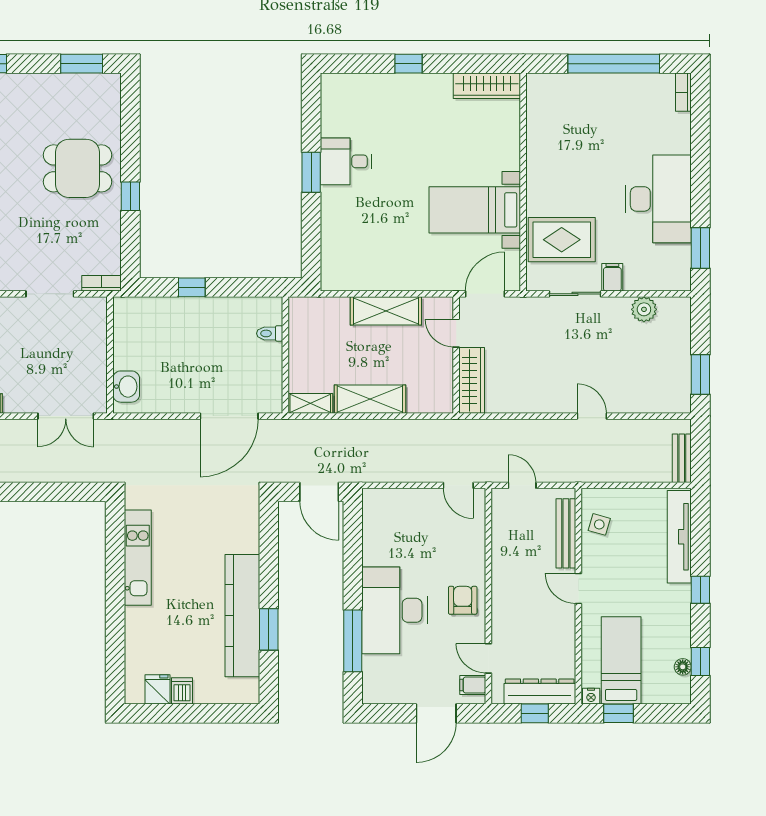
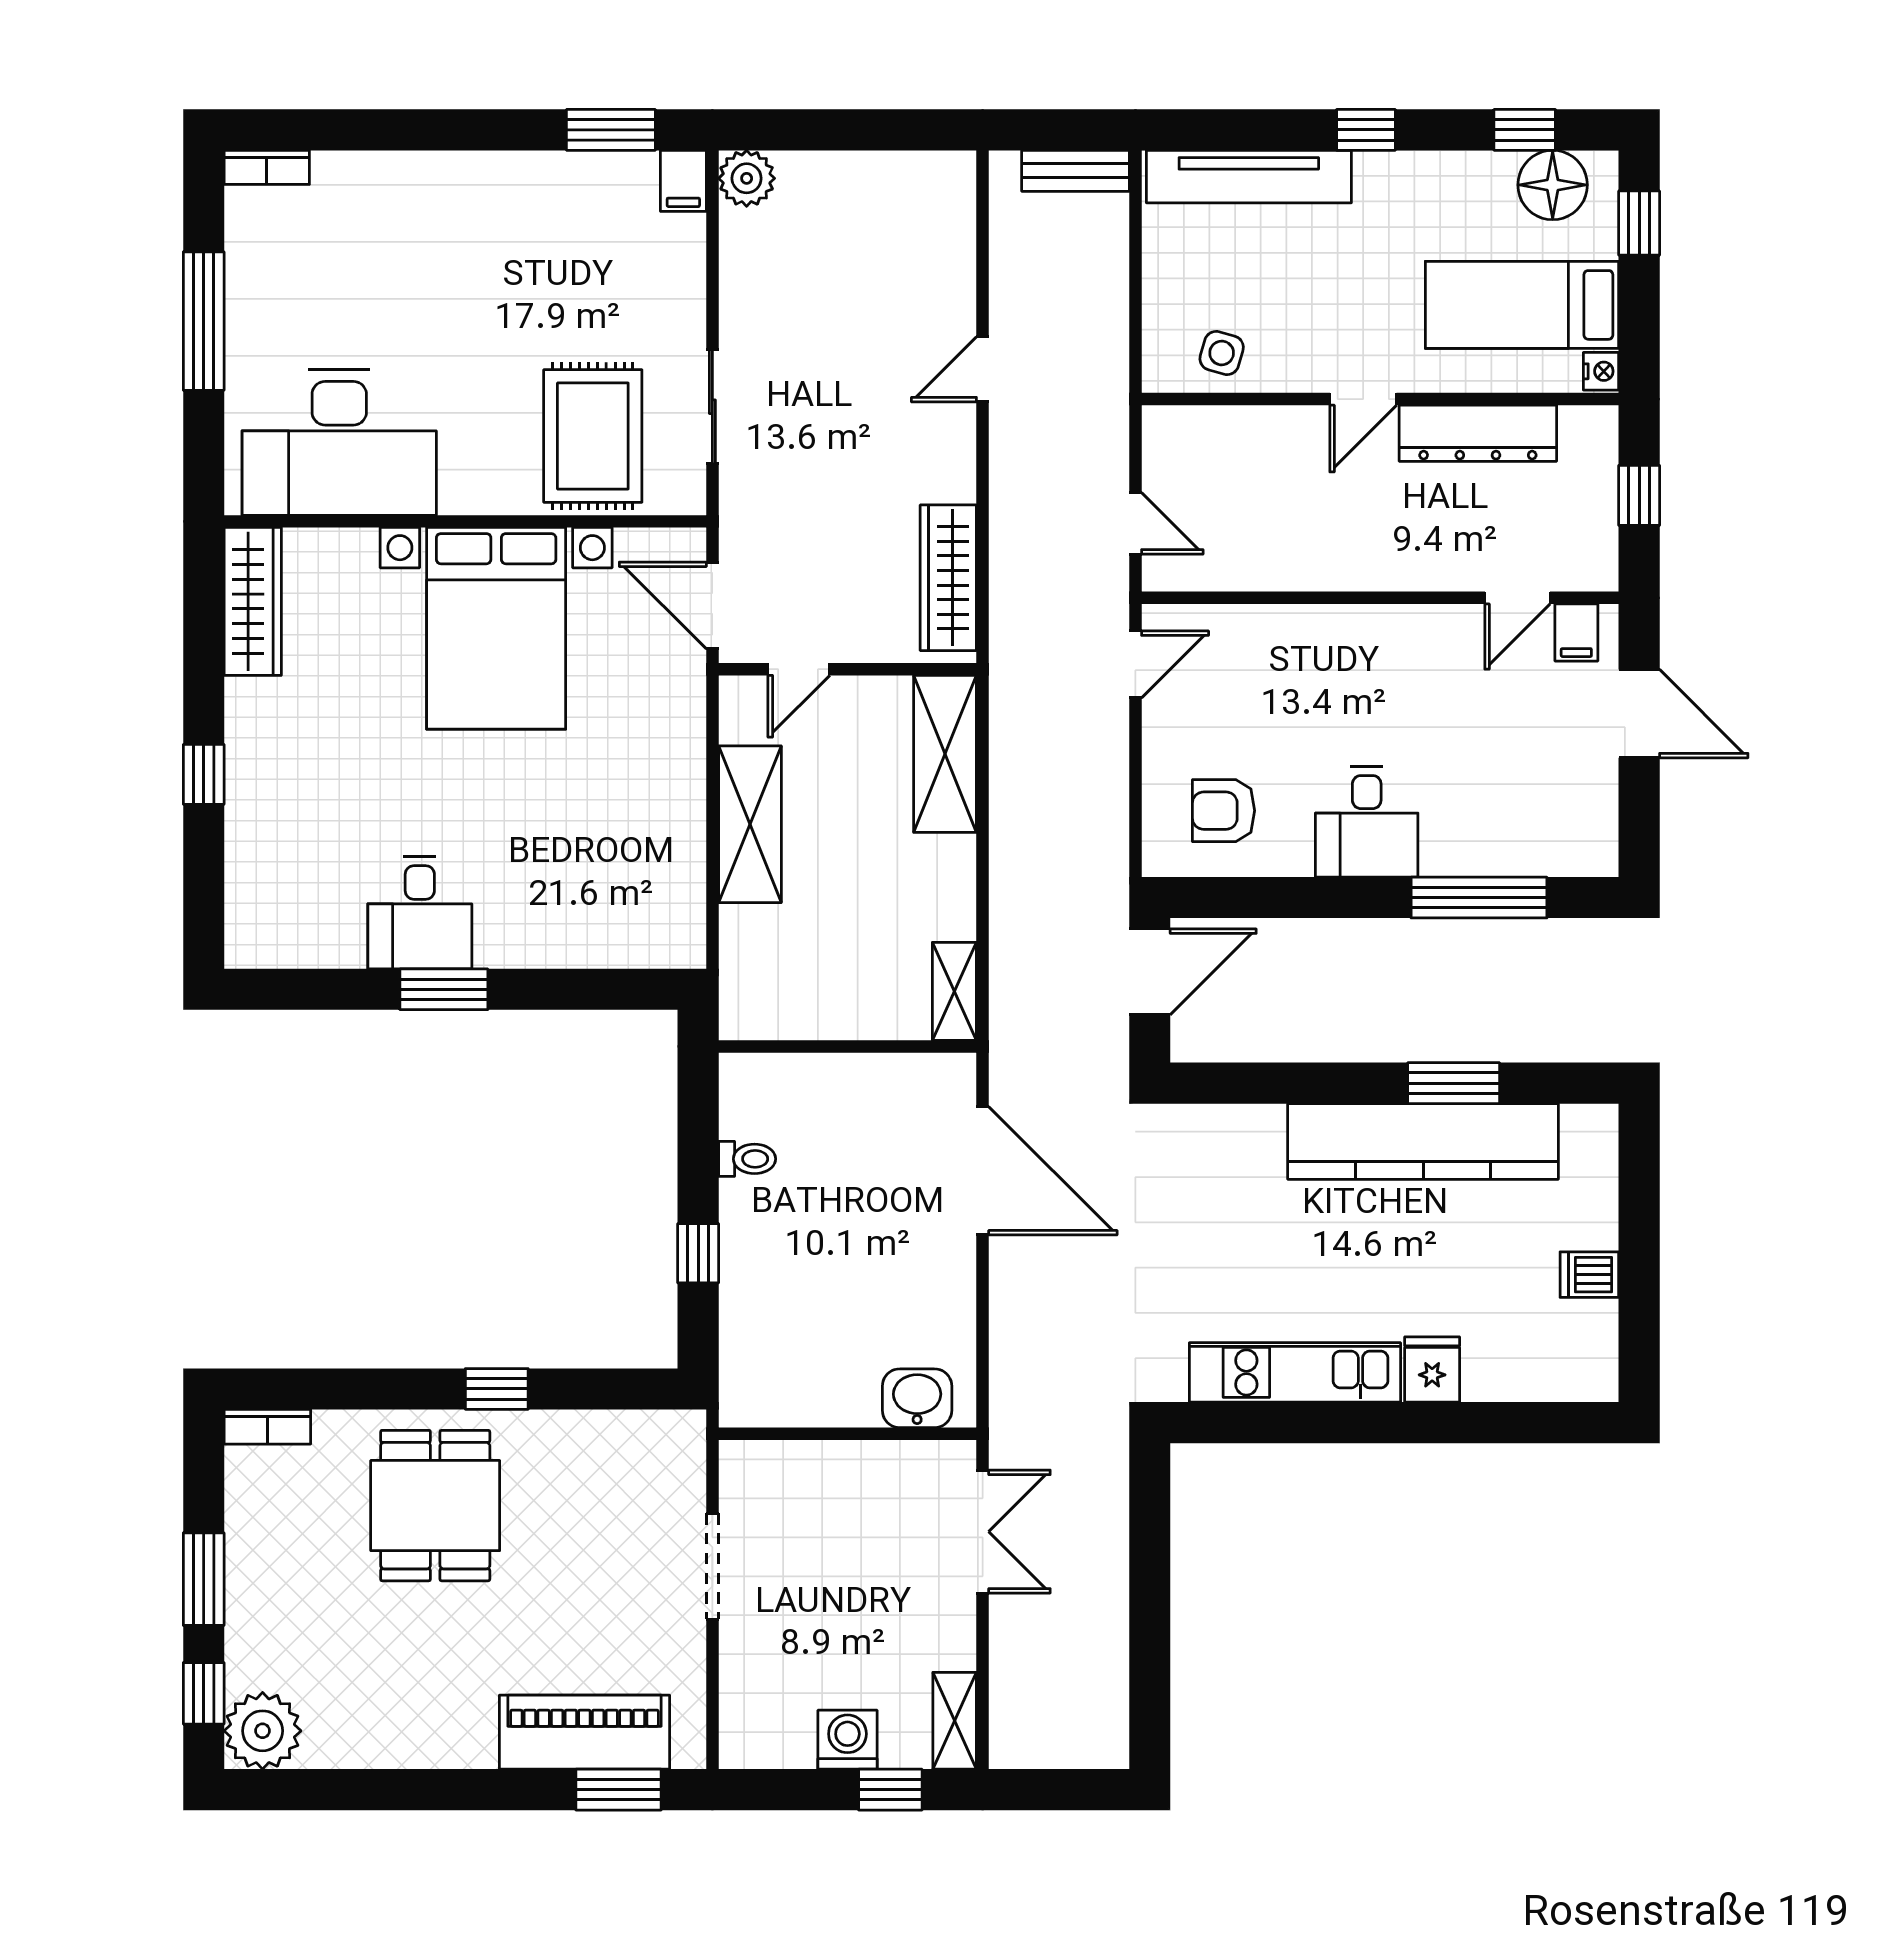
window: (82, 64) -> (204, 1579), moved
window: (614, 64) -> (204, 321), width x0.68
desk: (658, 199) -> (339, 443), moved, turned 180
bed with nightstands: (475, 210) -> (496, 628), width x1.36
filing cabinet: (612, 277) -> (683, 181), moved, turned -90
bookcase: (101, 283) -> (267, 1427), moved, turned -90
plant: (644, 309) -> (747, 178), moved
toilet: (270, 333) -> (747, 1159), moved, turned -90
window: (700, 375) -> (891, 130), removed
wardrobe: (472, 380) -> (948, 578), moved, turned -90
shelving: (370, 399) -> (945, 754), moved
door: (522, 485) -> (1135, 523), swing flipped
bench: (566, 533) -> (1242, 427), removed
armchair: (463, 600) -> (1224, 811), moved
desk: (395, 610) -> (1367, 822), width x0.53, depth x0.77
floor lamp: (683, 667) -> (1553, 185), width x1.89, depth x1.89
fridge: (157, 689) -> (1432, 1370), moved, turned 90
dresser: (540, 691) -> (1478, 433), moved, turned -90
window: (619, 713) -> (1639, 223), moved

